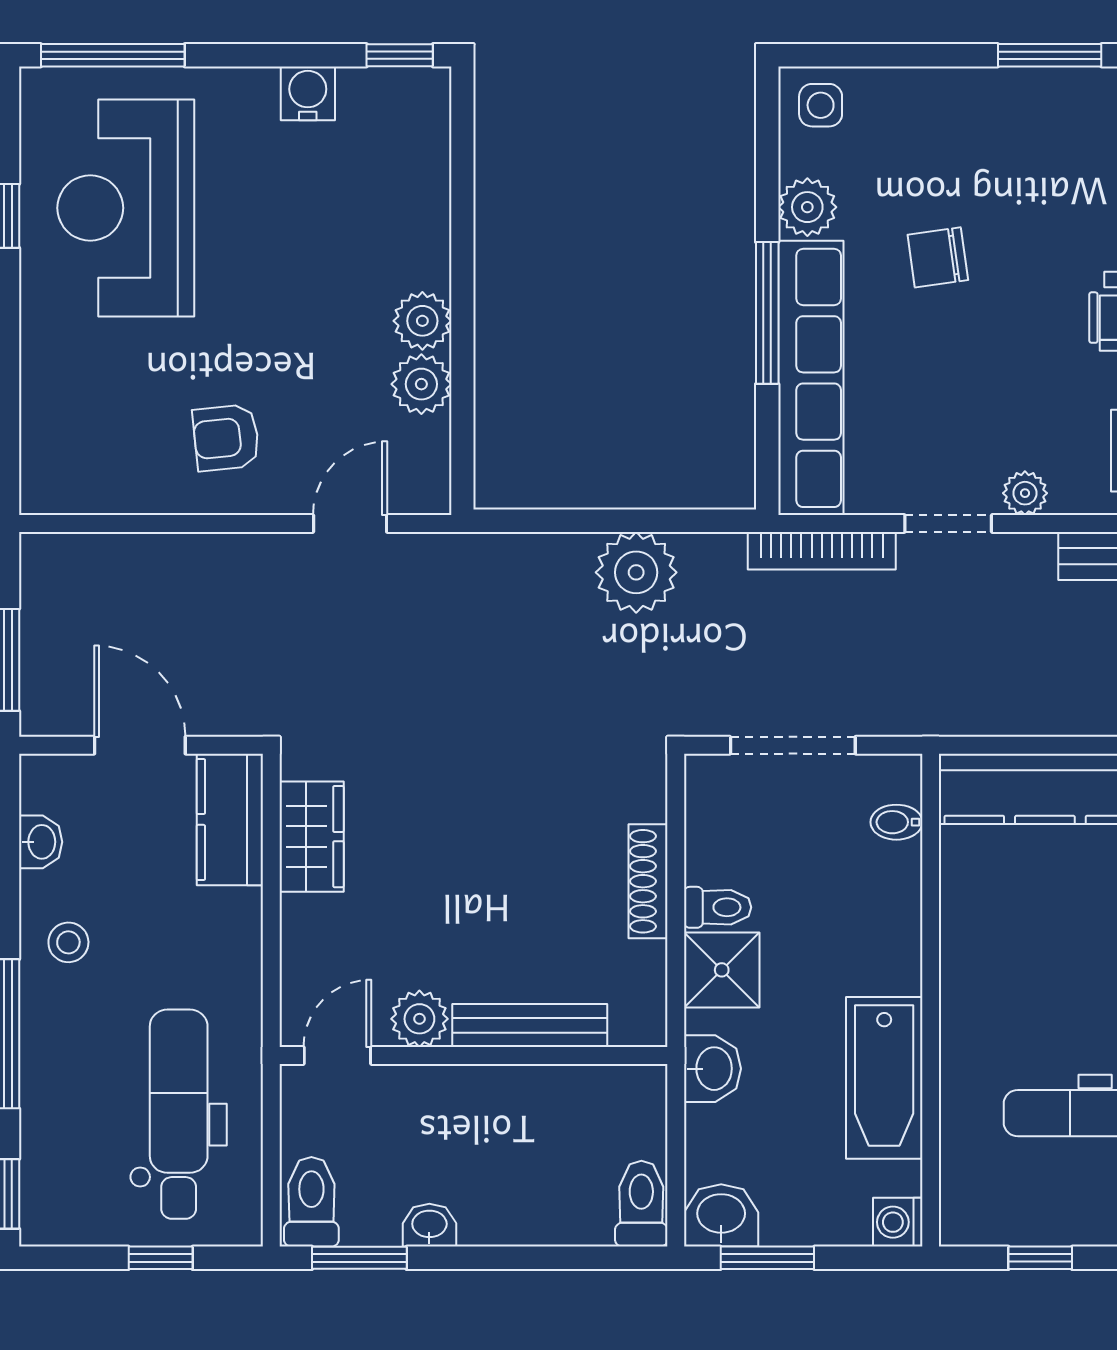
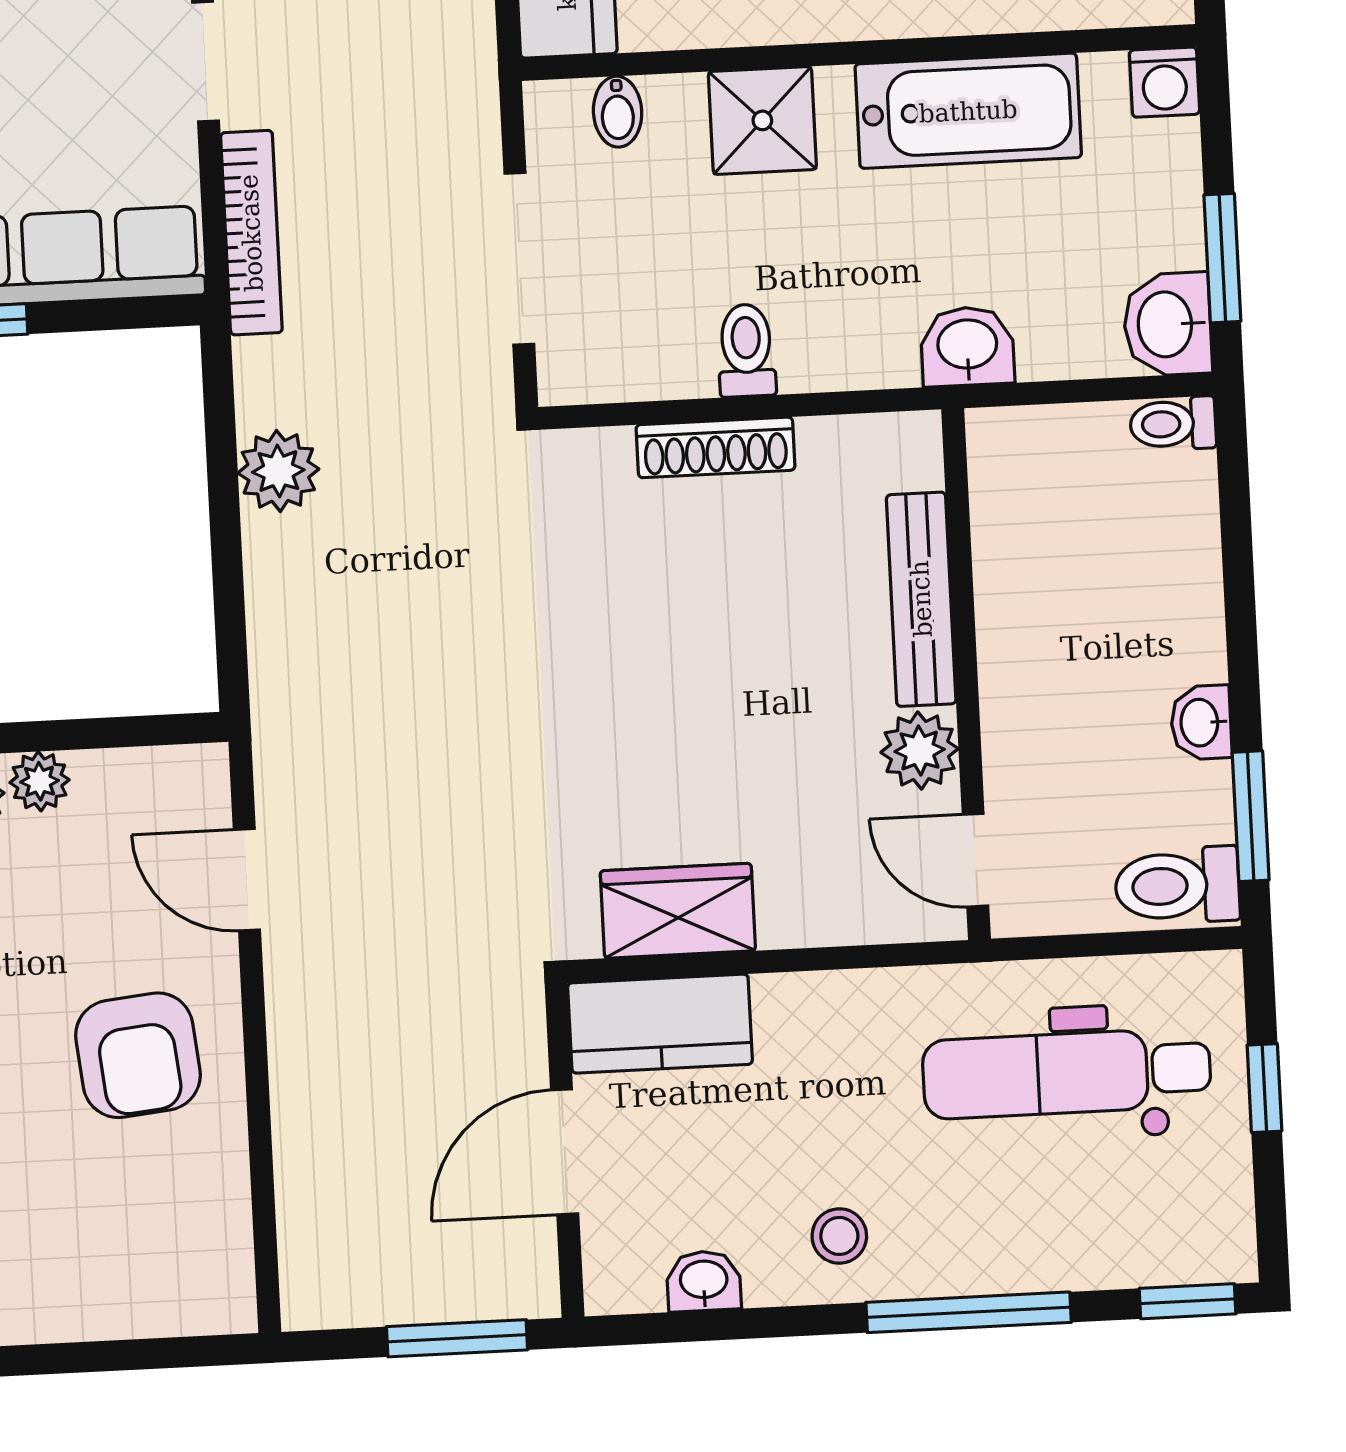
plant: (421, 384) -> (40, 781), width x0.73, depth x0.73
armchair: (226, 438) -> (138, 1055), width x1.38, depth x1.38
plant: (636, 572) -> (278, 471), width x0.73, depth x0.73
shower: (722, 970) -> (762, 120), moved
toilet: (641, 1204) -> (1173, 424), width x0.73, depth x0.72

